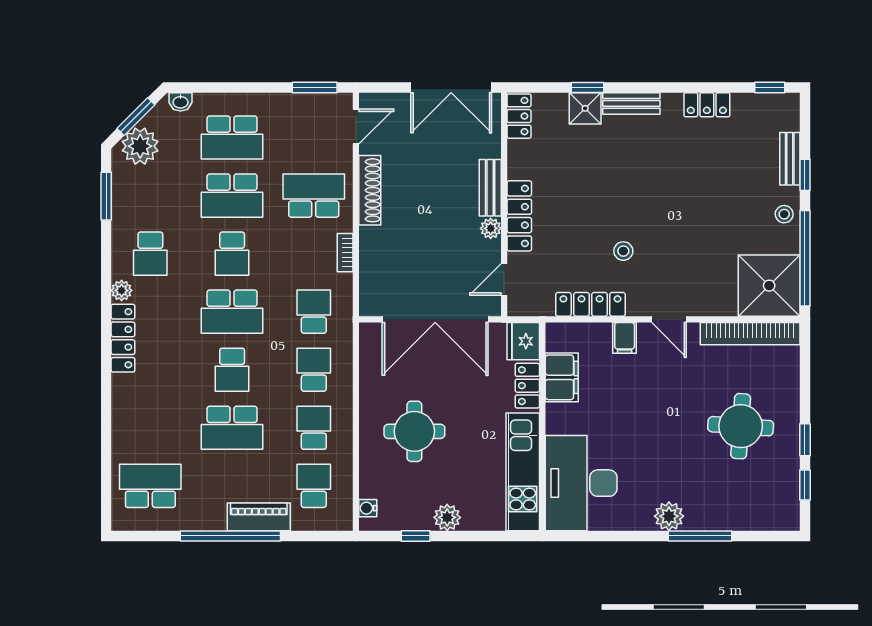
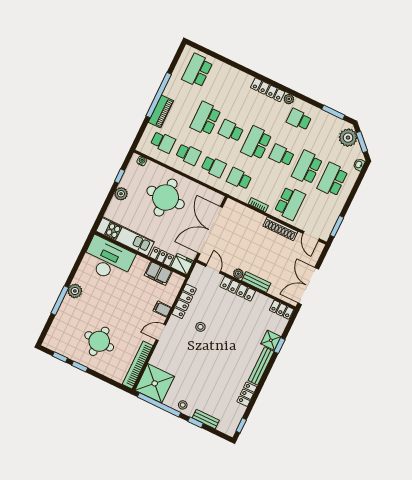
bench: (631, 103) -> (261, 366), width x1.36
school desk: (314, 312) -> (239, 179), turned 180
round table: (414, 431) -> (166, 198), width x1.36, depth x1.36
school desk: (150, 486) -> (197, 71), turned 180

